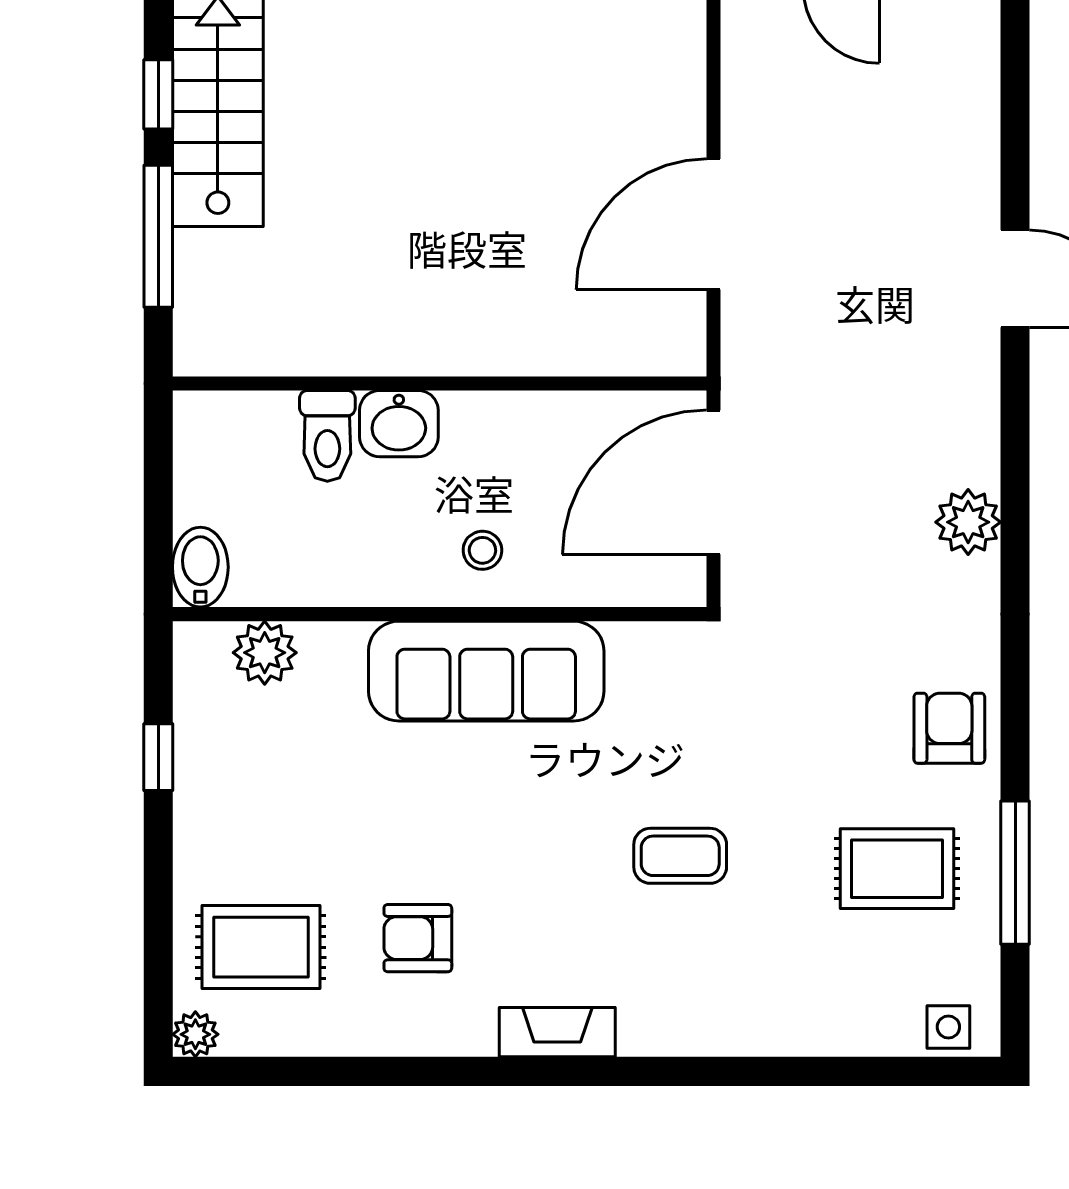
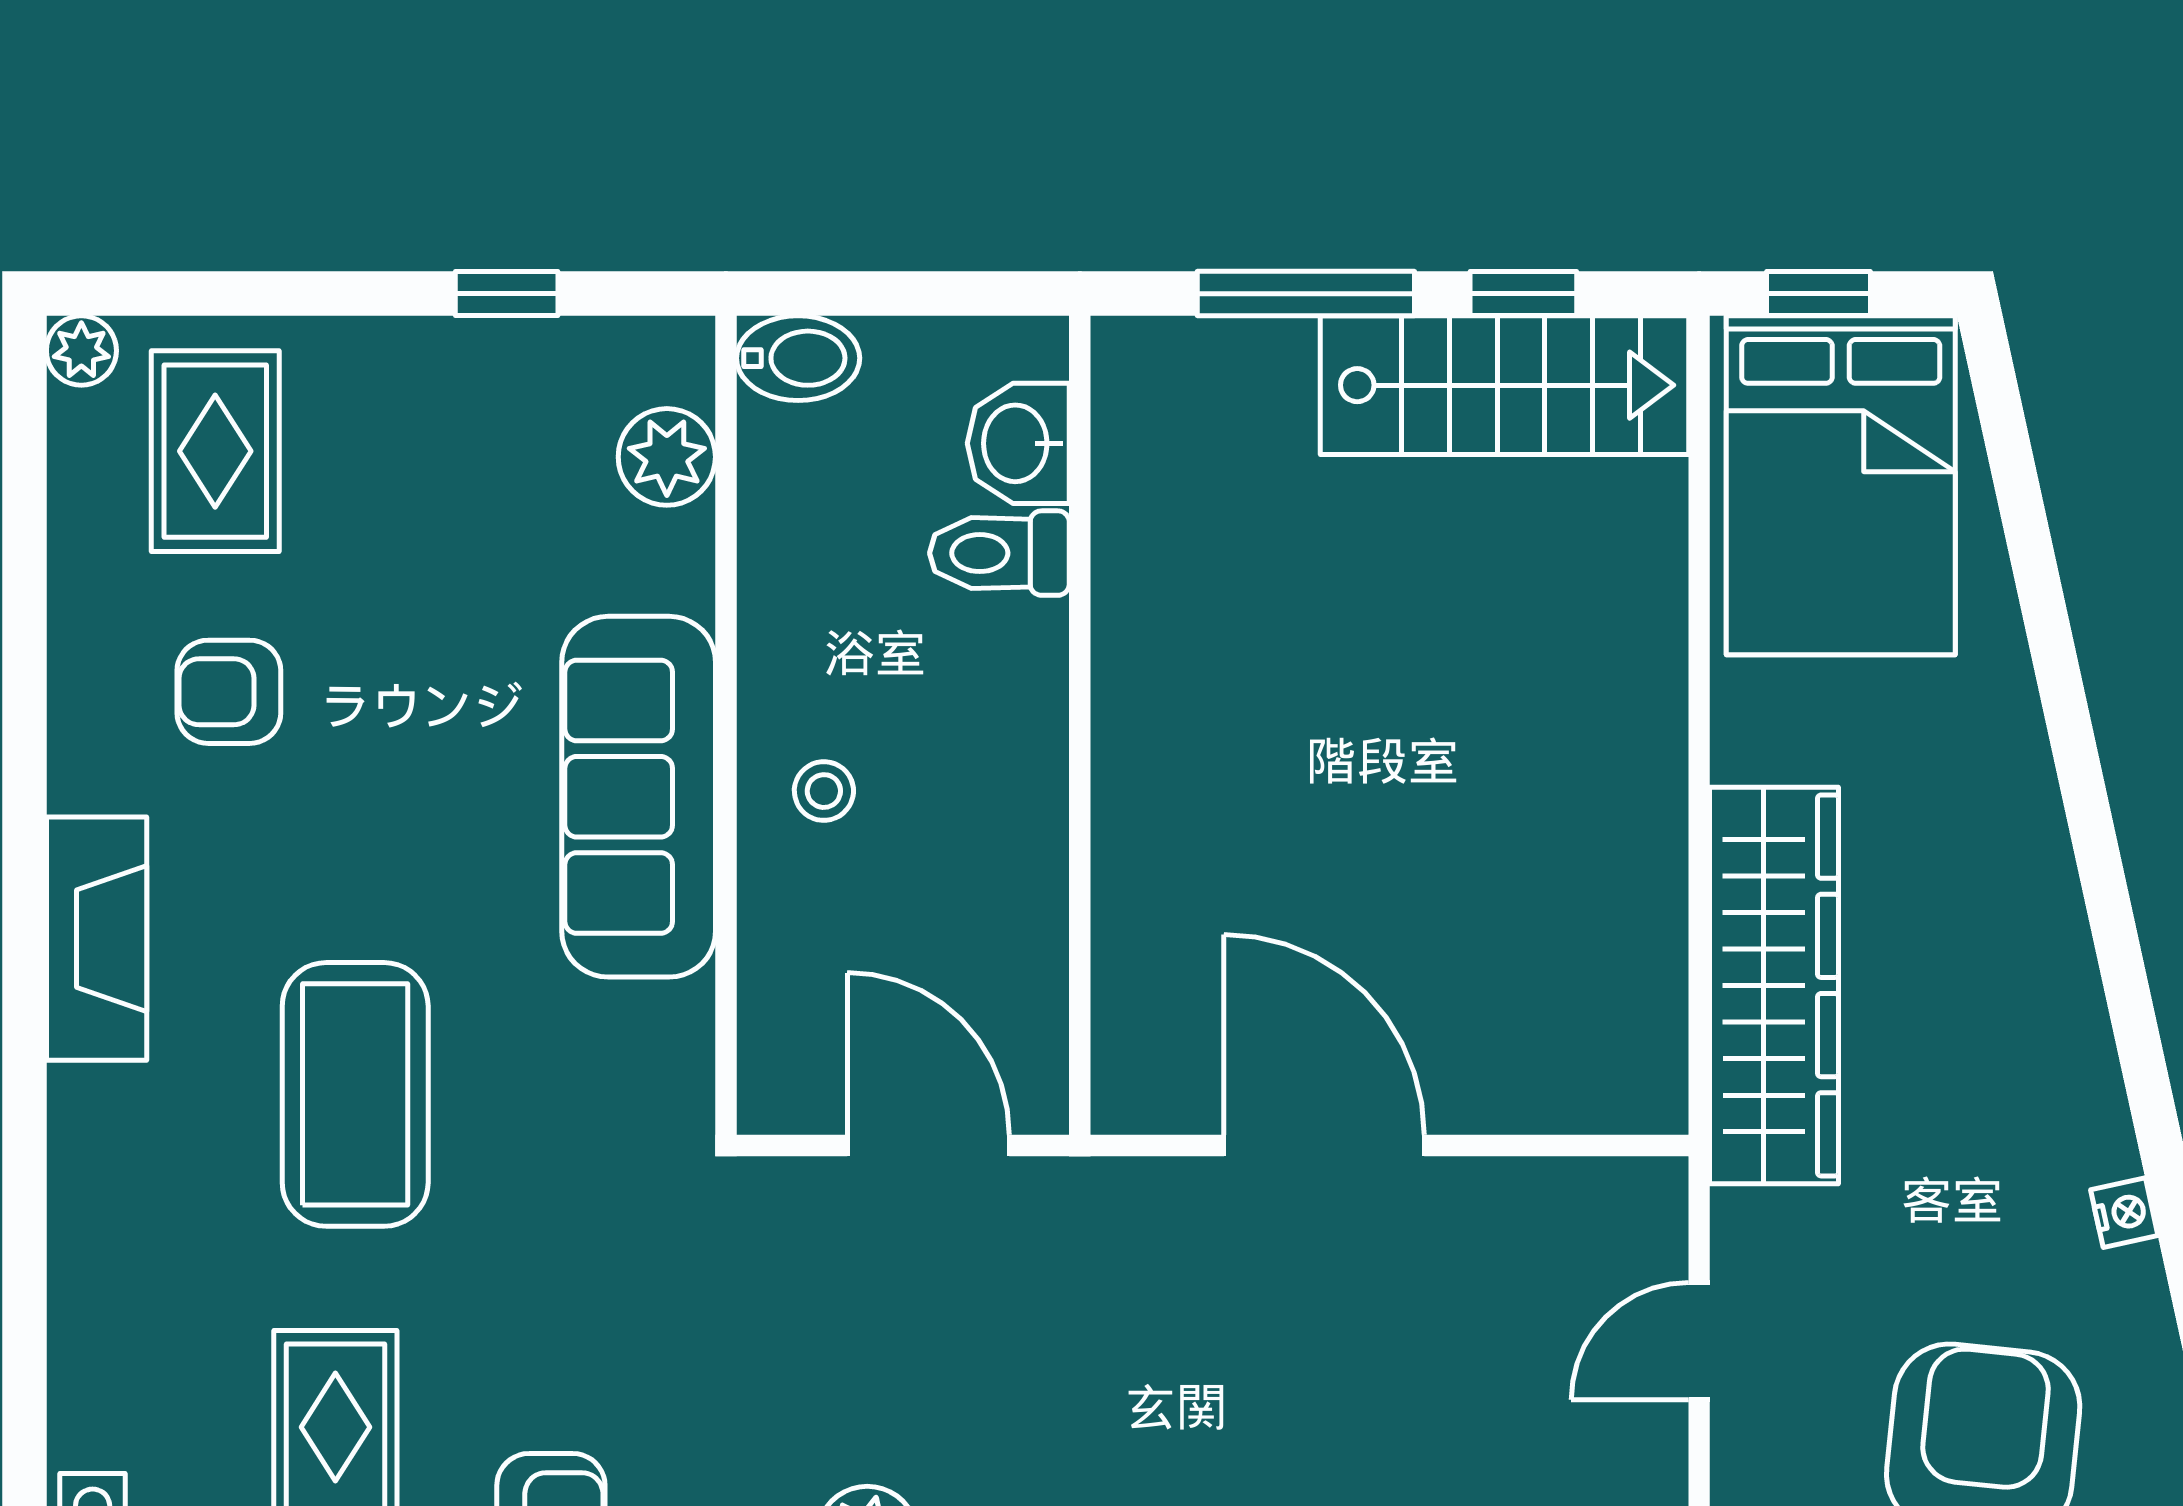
washbasin: (399, 424) -> (1018, 443), moved
door: (714, 482) -> (928, 1146), width x0.73
coffee table: (680, 856) -> (355, 1094), width x1.86, depth x1.72
armchair: (418, 938) -> (229, 692), turned -90
fireplace: (557, 1032) -> (97, 939), width x1.37, depth x1.32

